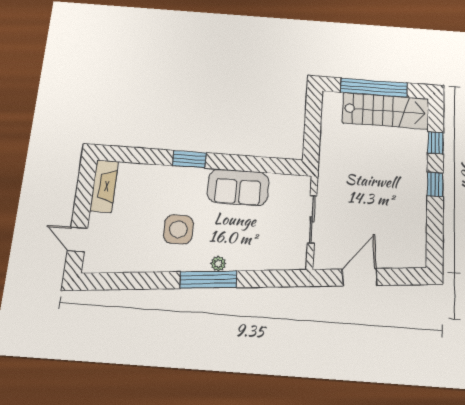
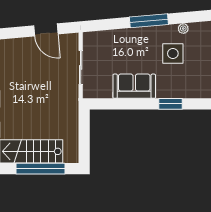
plant: (218, 264) -> (183, 29), moved
door: (360, 277) -> (46, 30), hinge flipped

